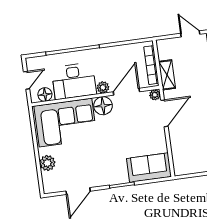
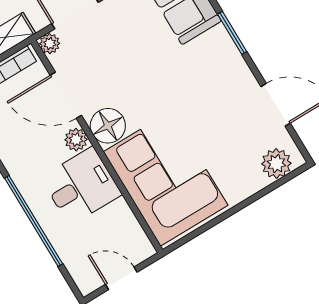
desk: (74, 81) -> (81, 186), width x0.73
floor lamp: (45, 94) -> (132, 236), removed
plant: (47, 163) -> (276, 164), moved

